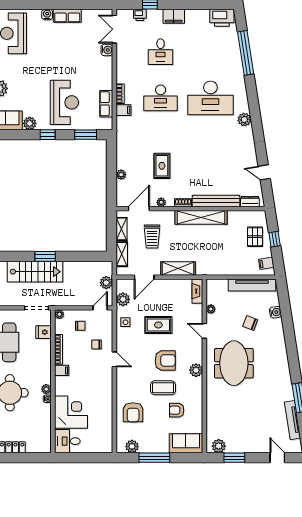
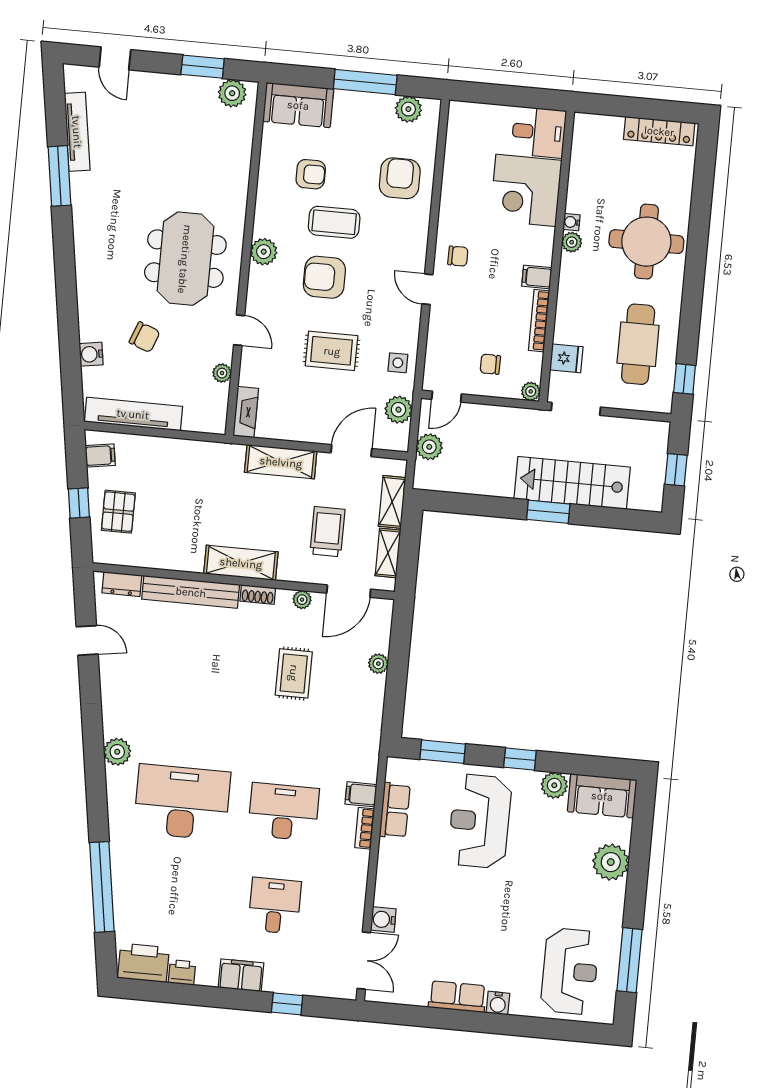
printer: (140, 15) -> (182, 972), moved
shelving: (201, 217) -> (241, 563), width x0.68
chair: (97, 344) -> (458, 256), moved

